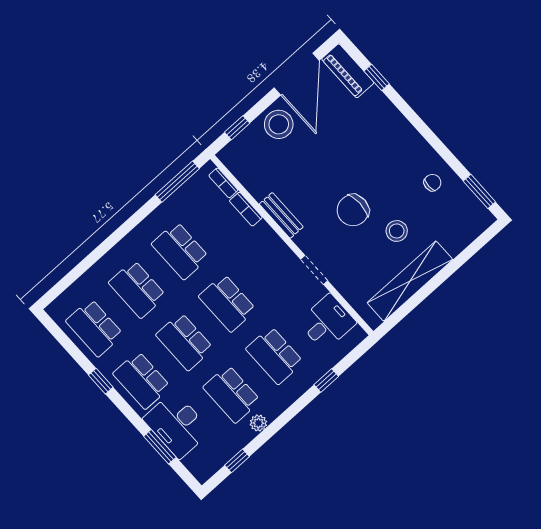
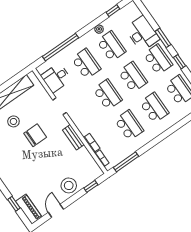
door: (297, 74) -> (56, 211), width x0.53
window: (326, 381) -> (60, 47), width x3.17
window: (160, 447) -> (163, 38), moved

